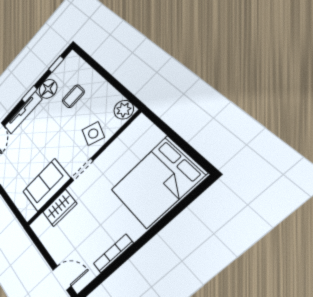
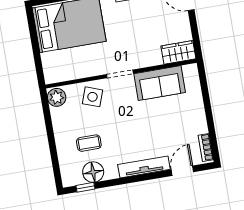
floor lamp: (48, 89) -> (93, 172), moved
window: (29, 94) -> (127, 180), removed
wardrobe: (60, 208) -> (178, 52), moved

